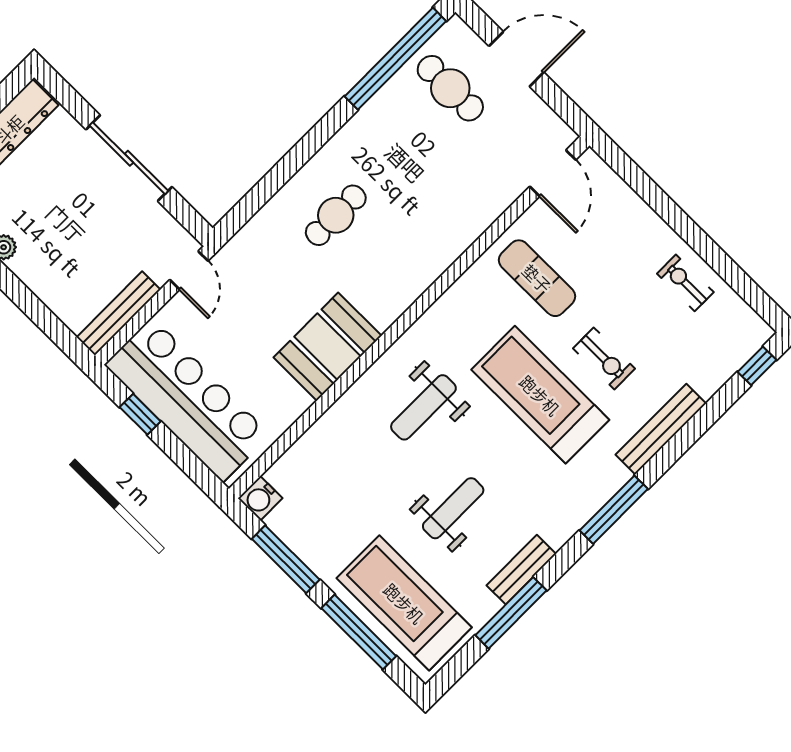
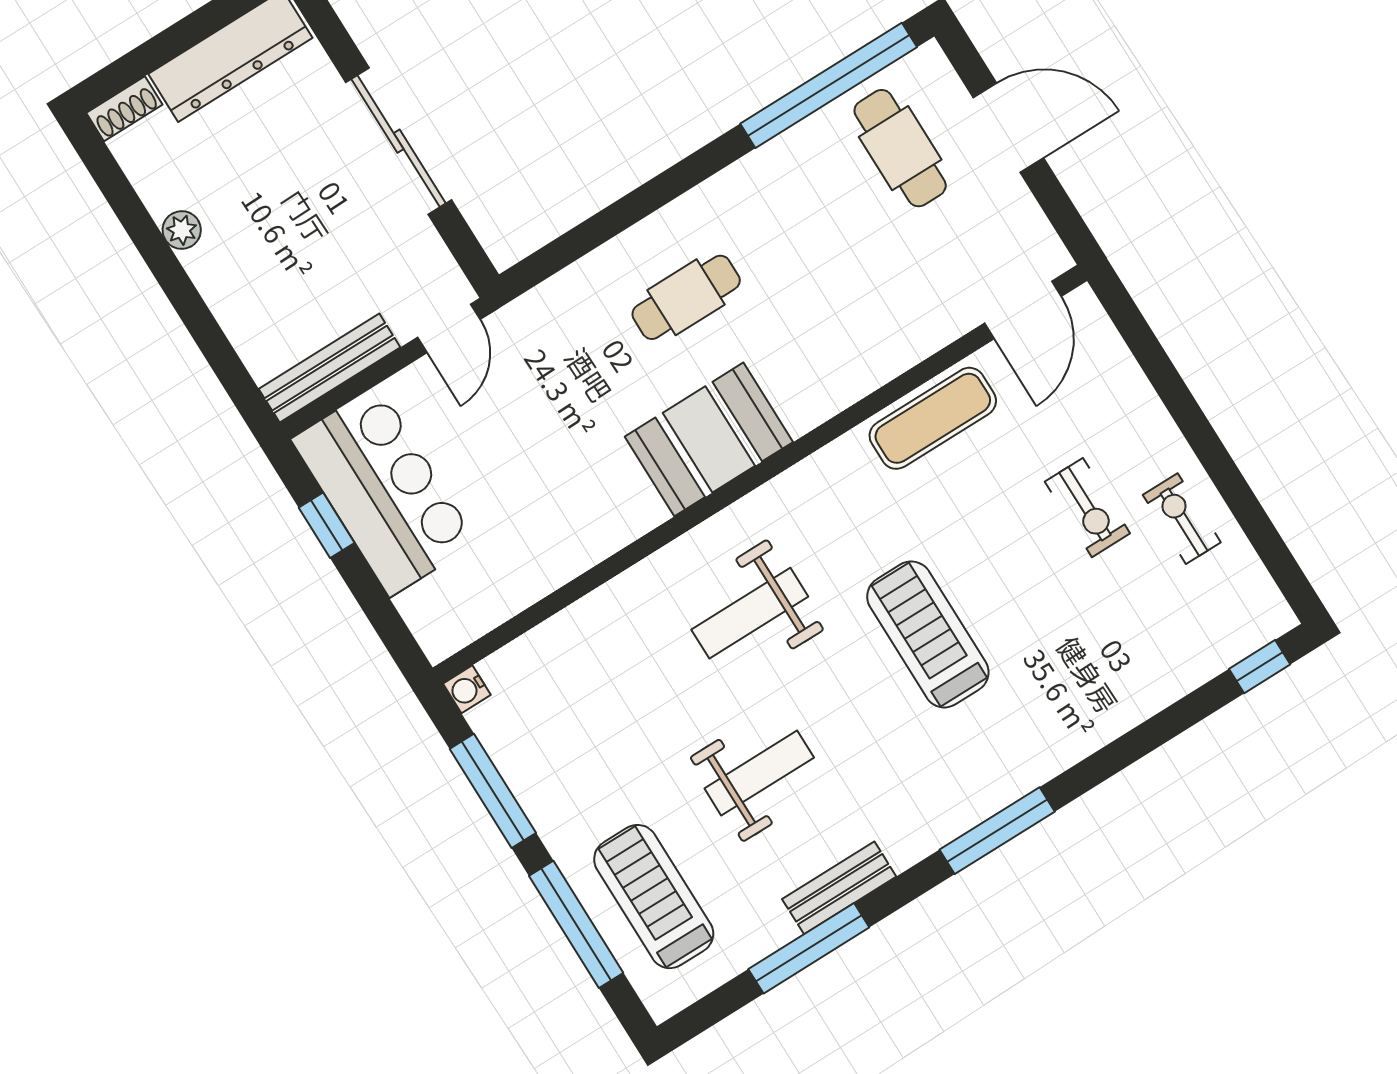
exercise mat: (537, 278) -> (933, 418), moved, turned 90
booth: (328, 347) -> (709, 439), moved
exercise bike: (604, 358) -> (1087, 508), moved
treadmill: (540, 395) -> (928, 634), width x0.73, depth x0.73
bar counter: (187, 400) -> (384, 491), width x0.73
bench: (661, 429) -> (1095, 727), removed
water cooler: (260, 498) -> (467, 689), width x0.72, depth x0.72
treadmill: (404, 603) -> (654, 897), width x0.73, depth x0.73

